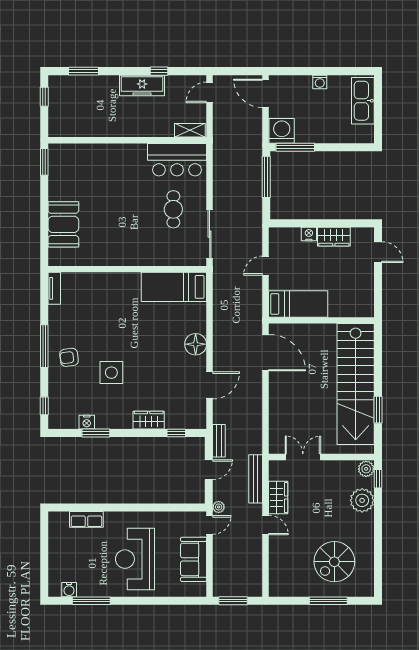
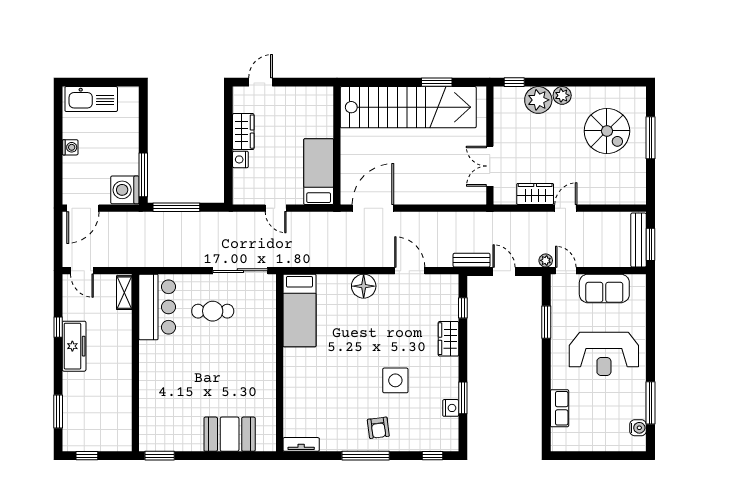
plant: (366, 469) -> (562, 95), moved
bench: (256, 479) -> (639, 240), moved, turned 90
window: (163, 507) -> (546, 322), added

